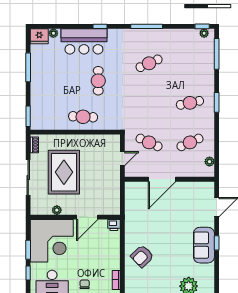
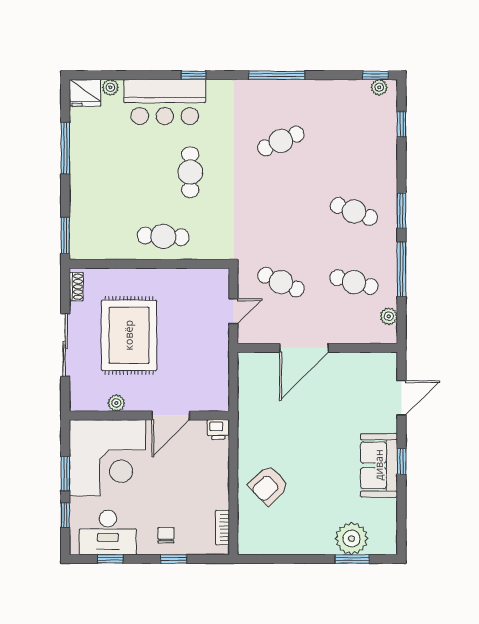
window: (217, 54) -> (401, 124), width x0.46
cafe table: (190, 103) -> (354, 212), turned 33
window: (217, 135) -> (401, 269), added
cafe table: (190, 142) -> (354, 282), turned 39

